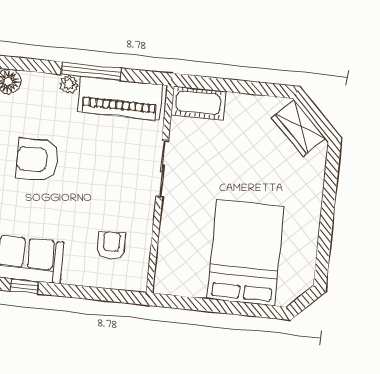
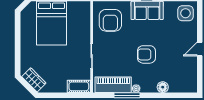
armchair: (37, 159) -> (146, 54), turned 180
armchair: (111, 245) -> (110, 20), width x1.88, depth x1.88

